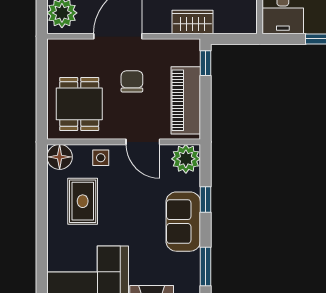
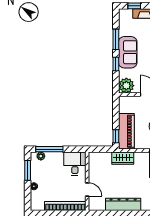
piano: (186, 100) -> (126, 131), moved
window: (205, 266) -> (116, 39), moved

